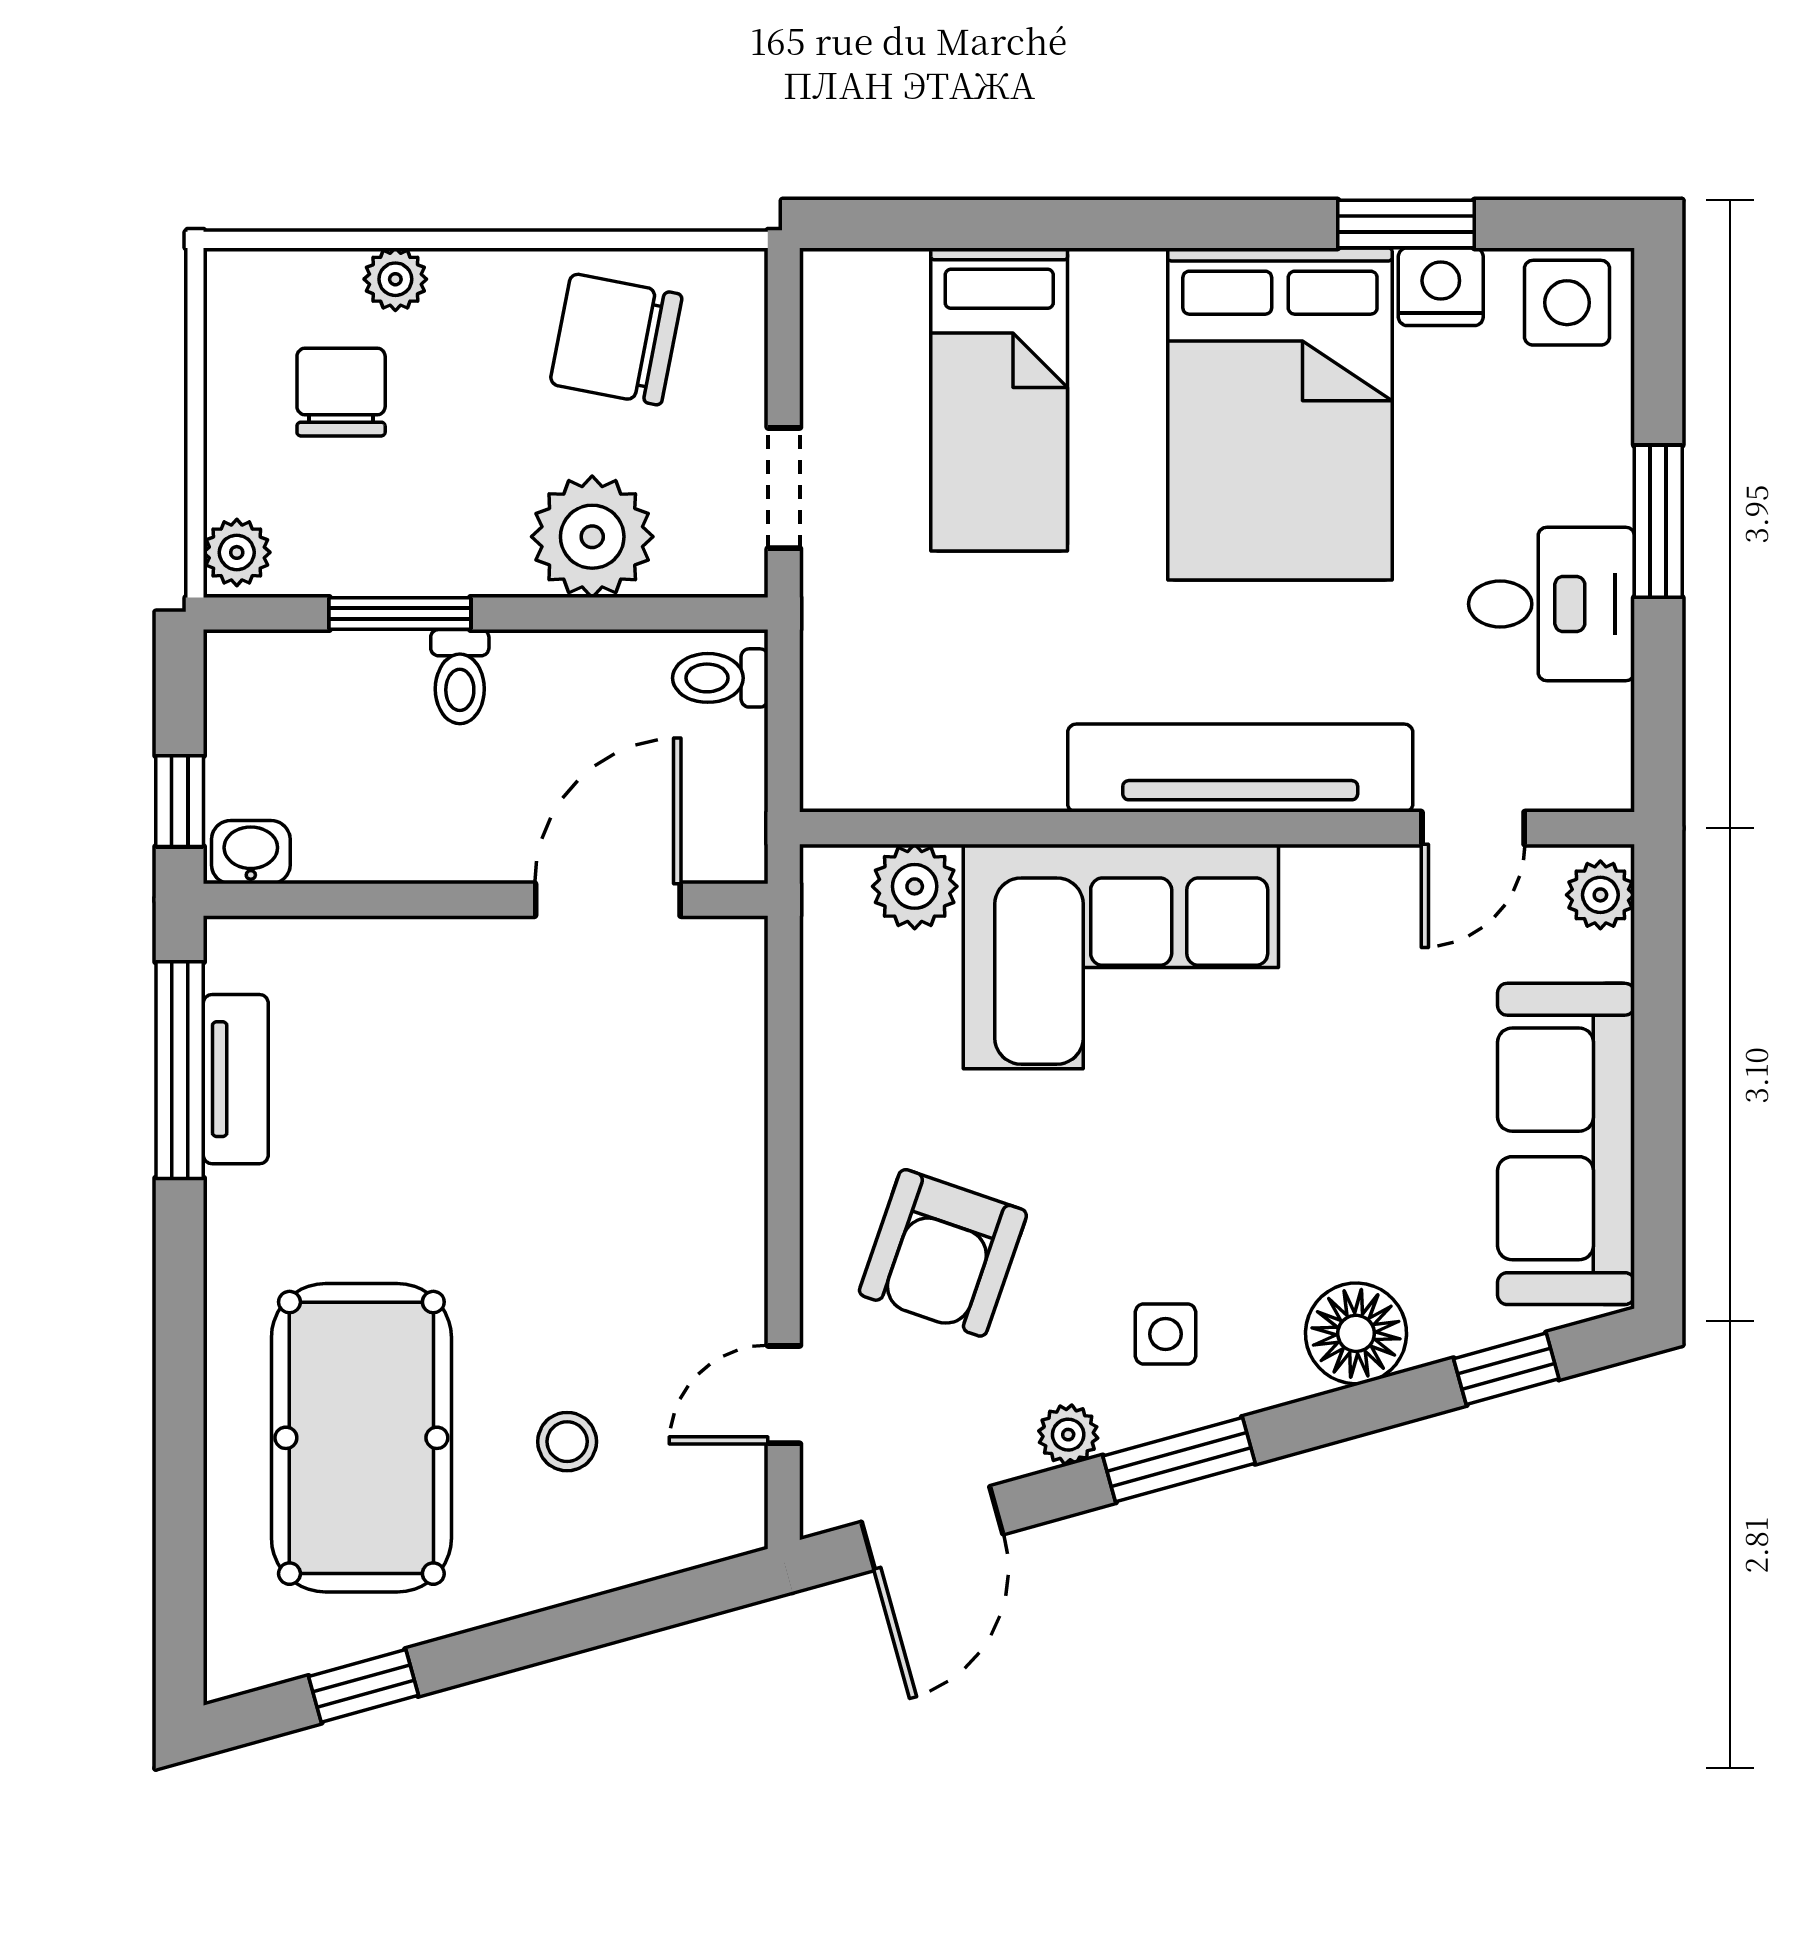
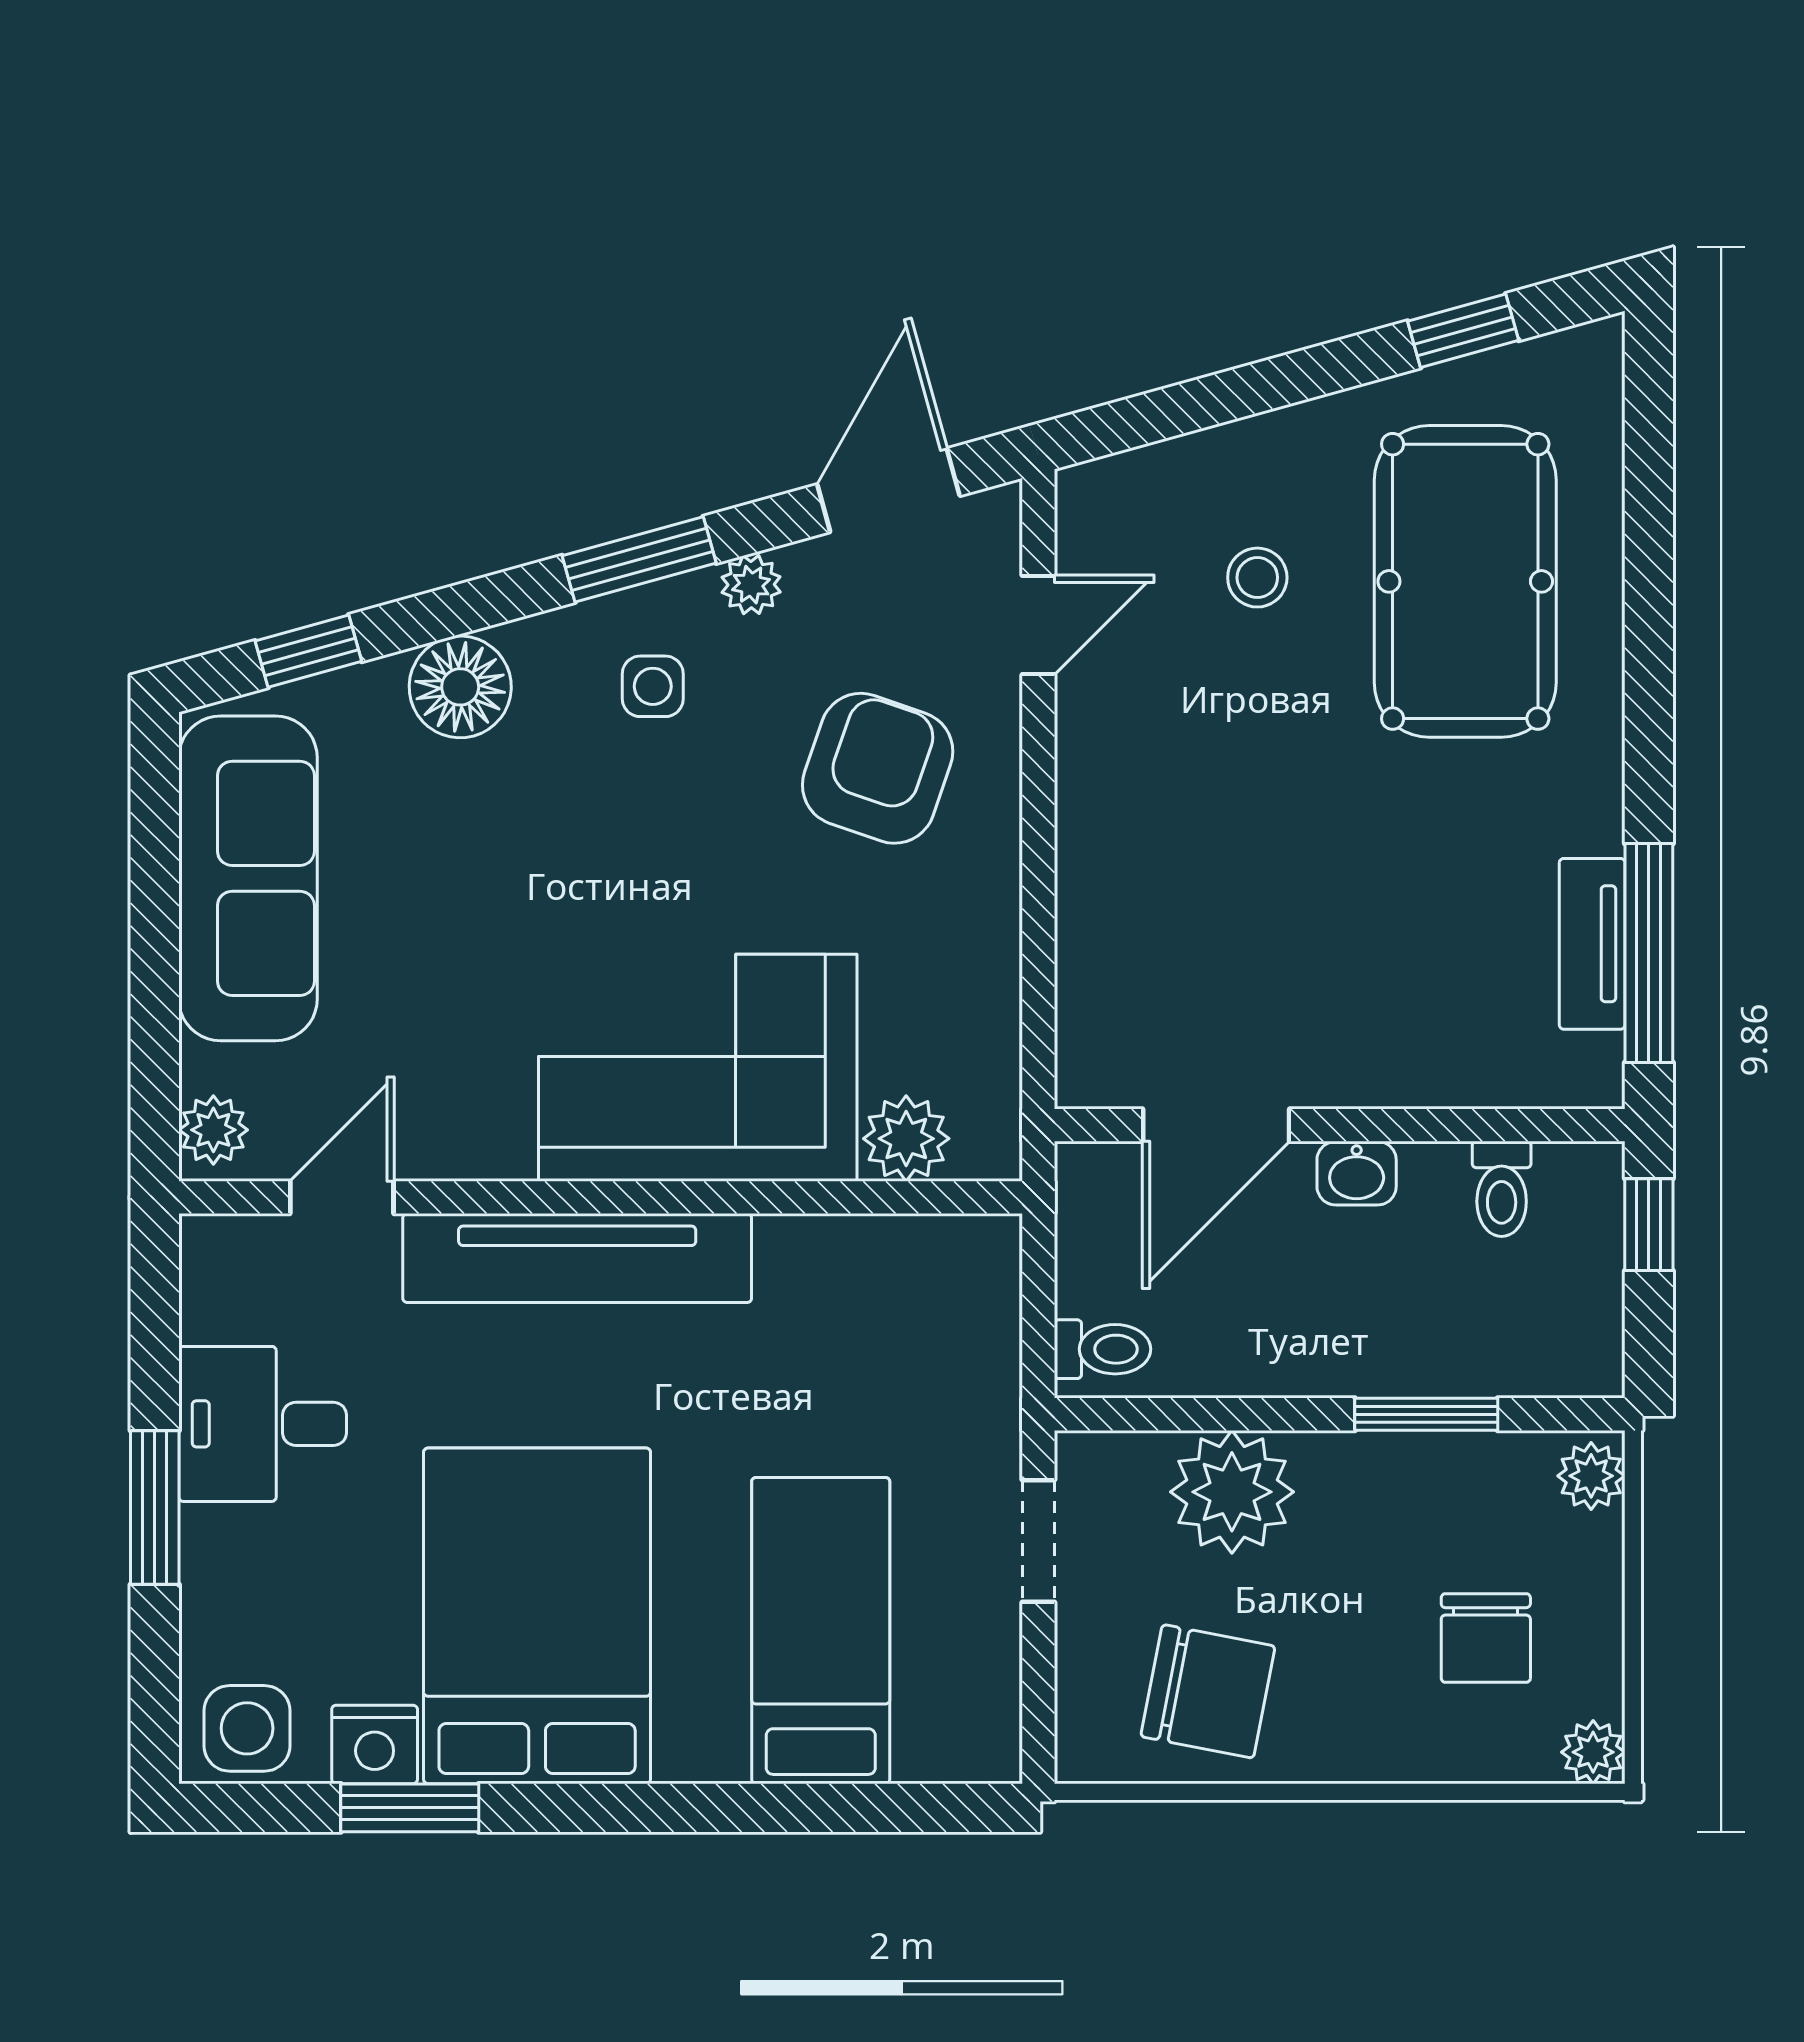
plant: (395, 279) -> (1593, 1752), moved
toilet: (460, 677) -> (1502, 1189), moved, turned 180
washbasin: (251, 852) -> (1357, 1173), moved

